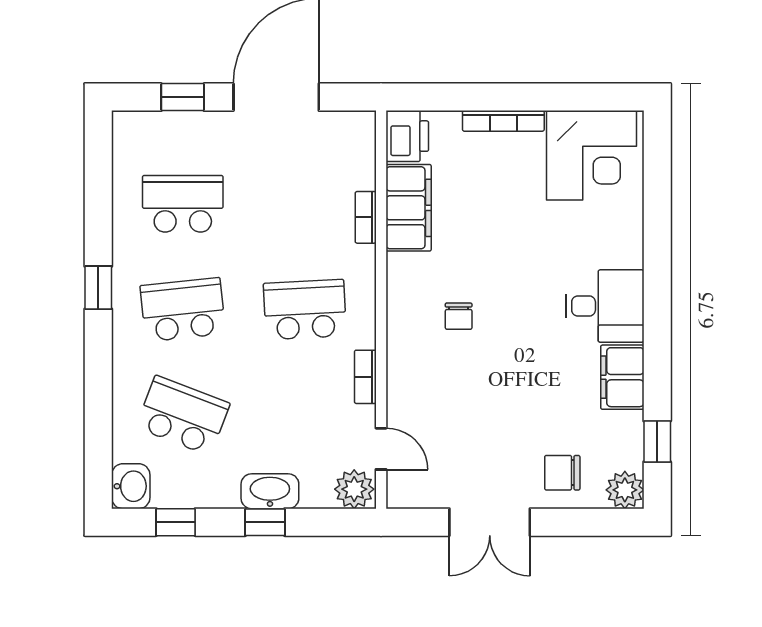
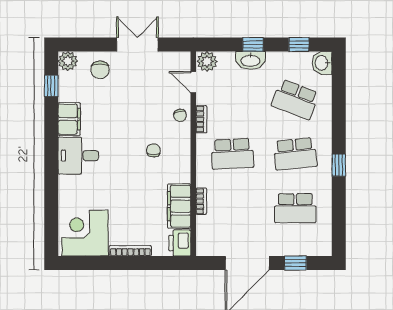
chair: (407, 384) -> (180, 115), added
chair: (562, 473) -> (100, 70), turned 90

